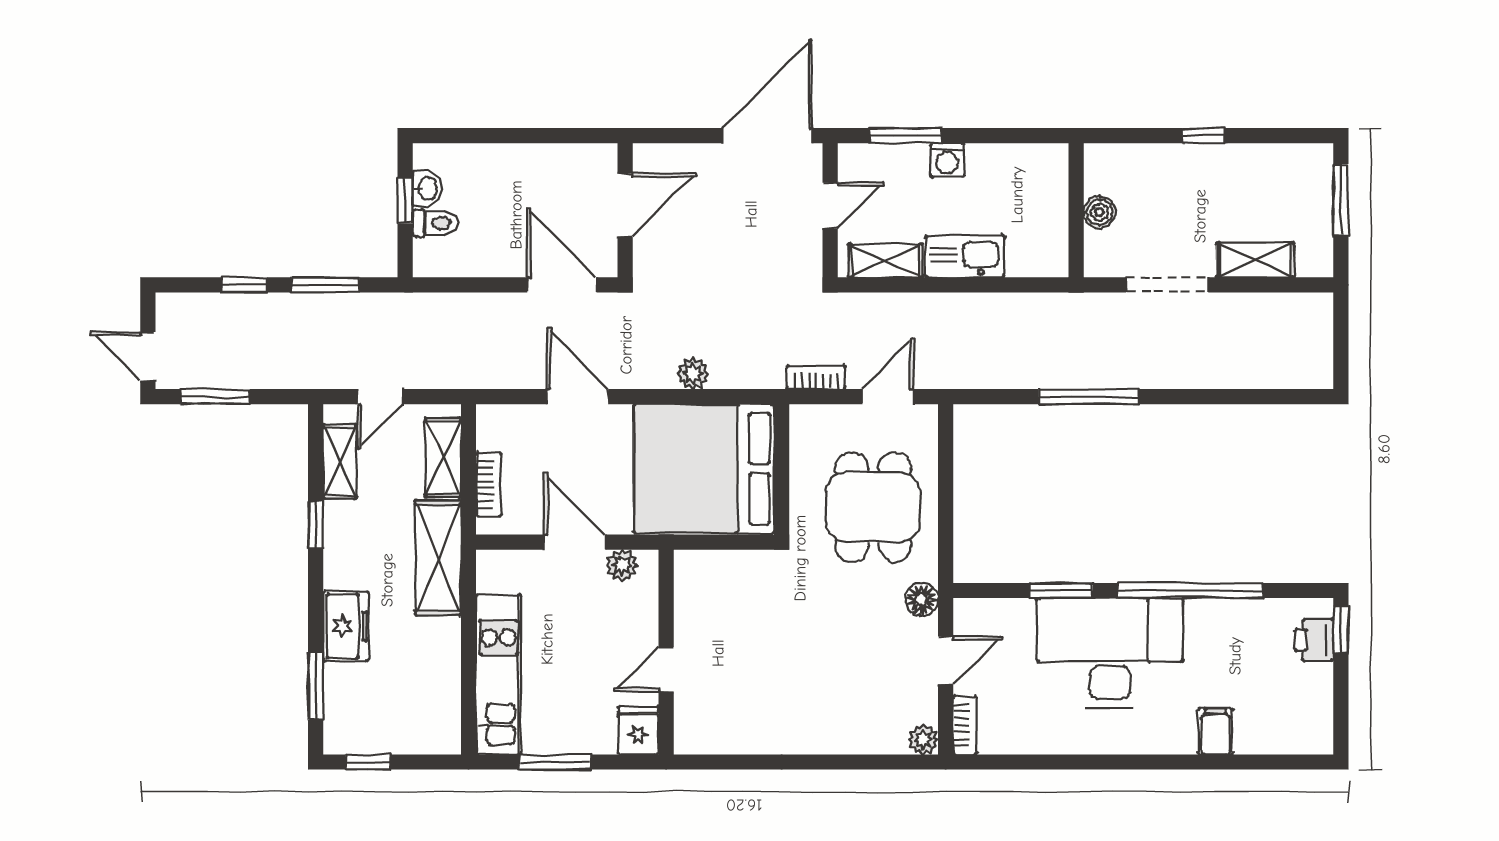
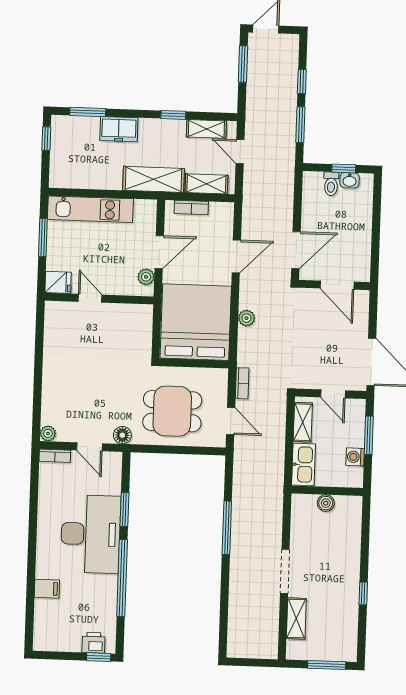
wall: (1076, 210) -> (327, 491), moved
boiler: (1100, 212) -> (326, 503), moved

